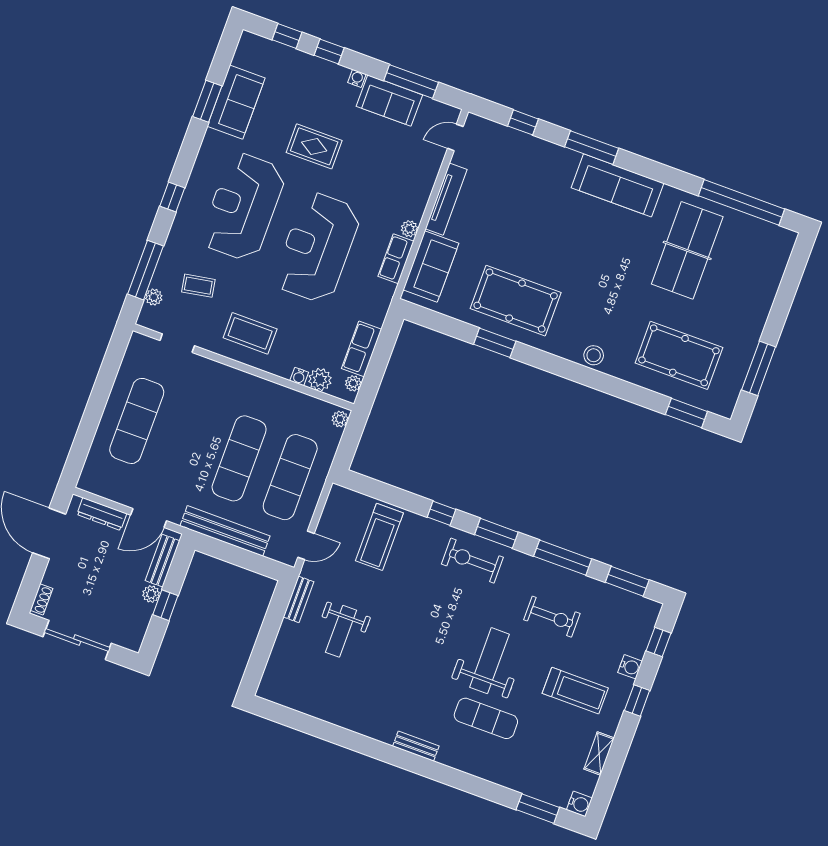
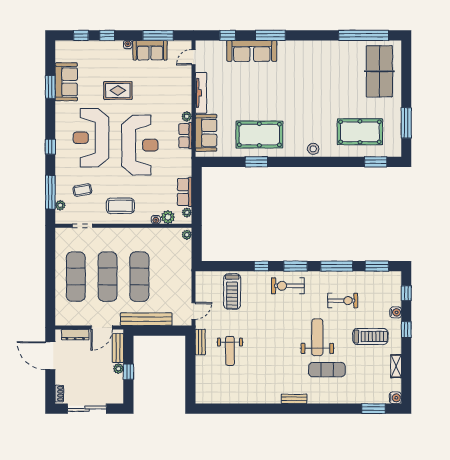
sofa: (617, 185) -> (252, 51), moved
reception desk: (317, 247) -> (140, 145), turned 180
table tennis table: (687, 250) -> (379, 71), moved
exercise mat: (290, 477) -> (108, 277), moved

